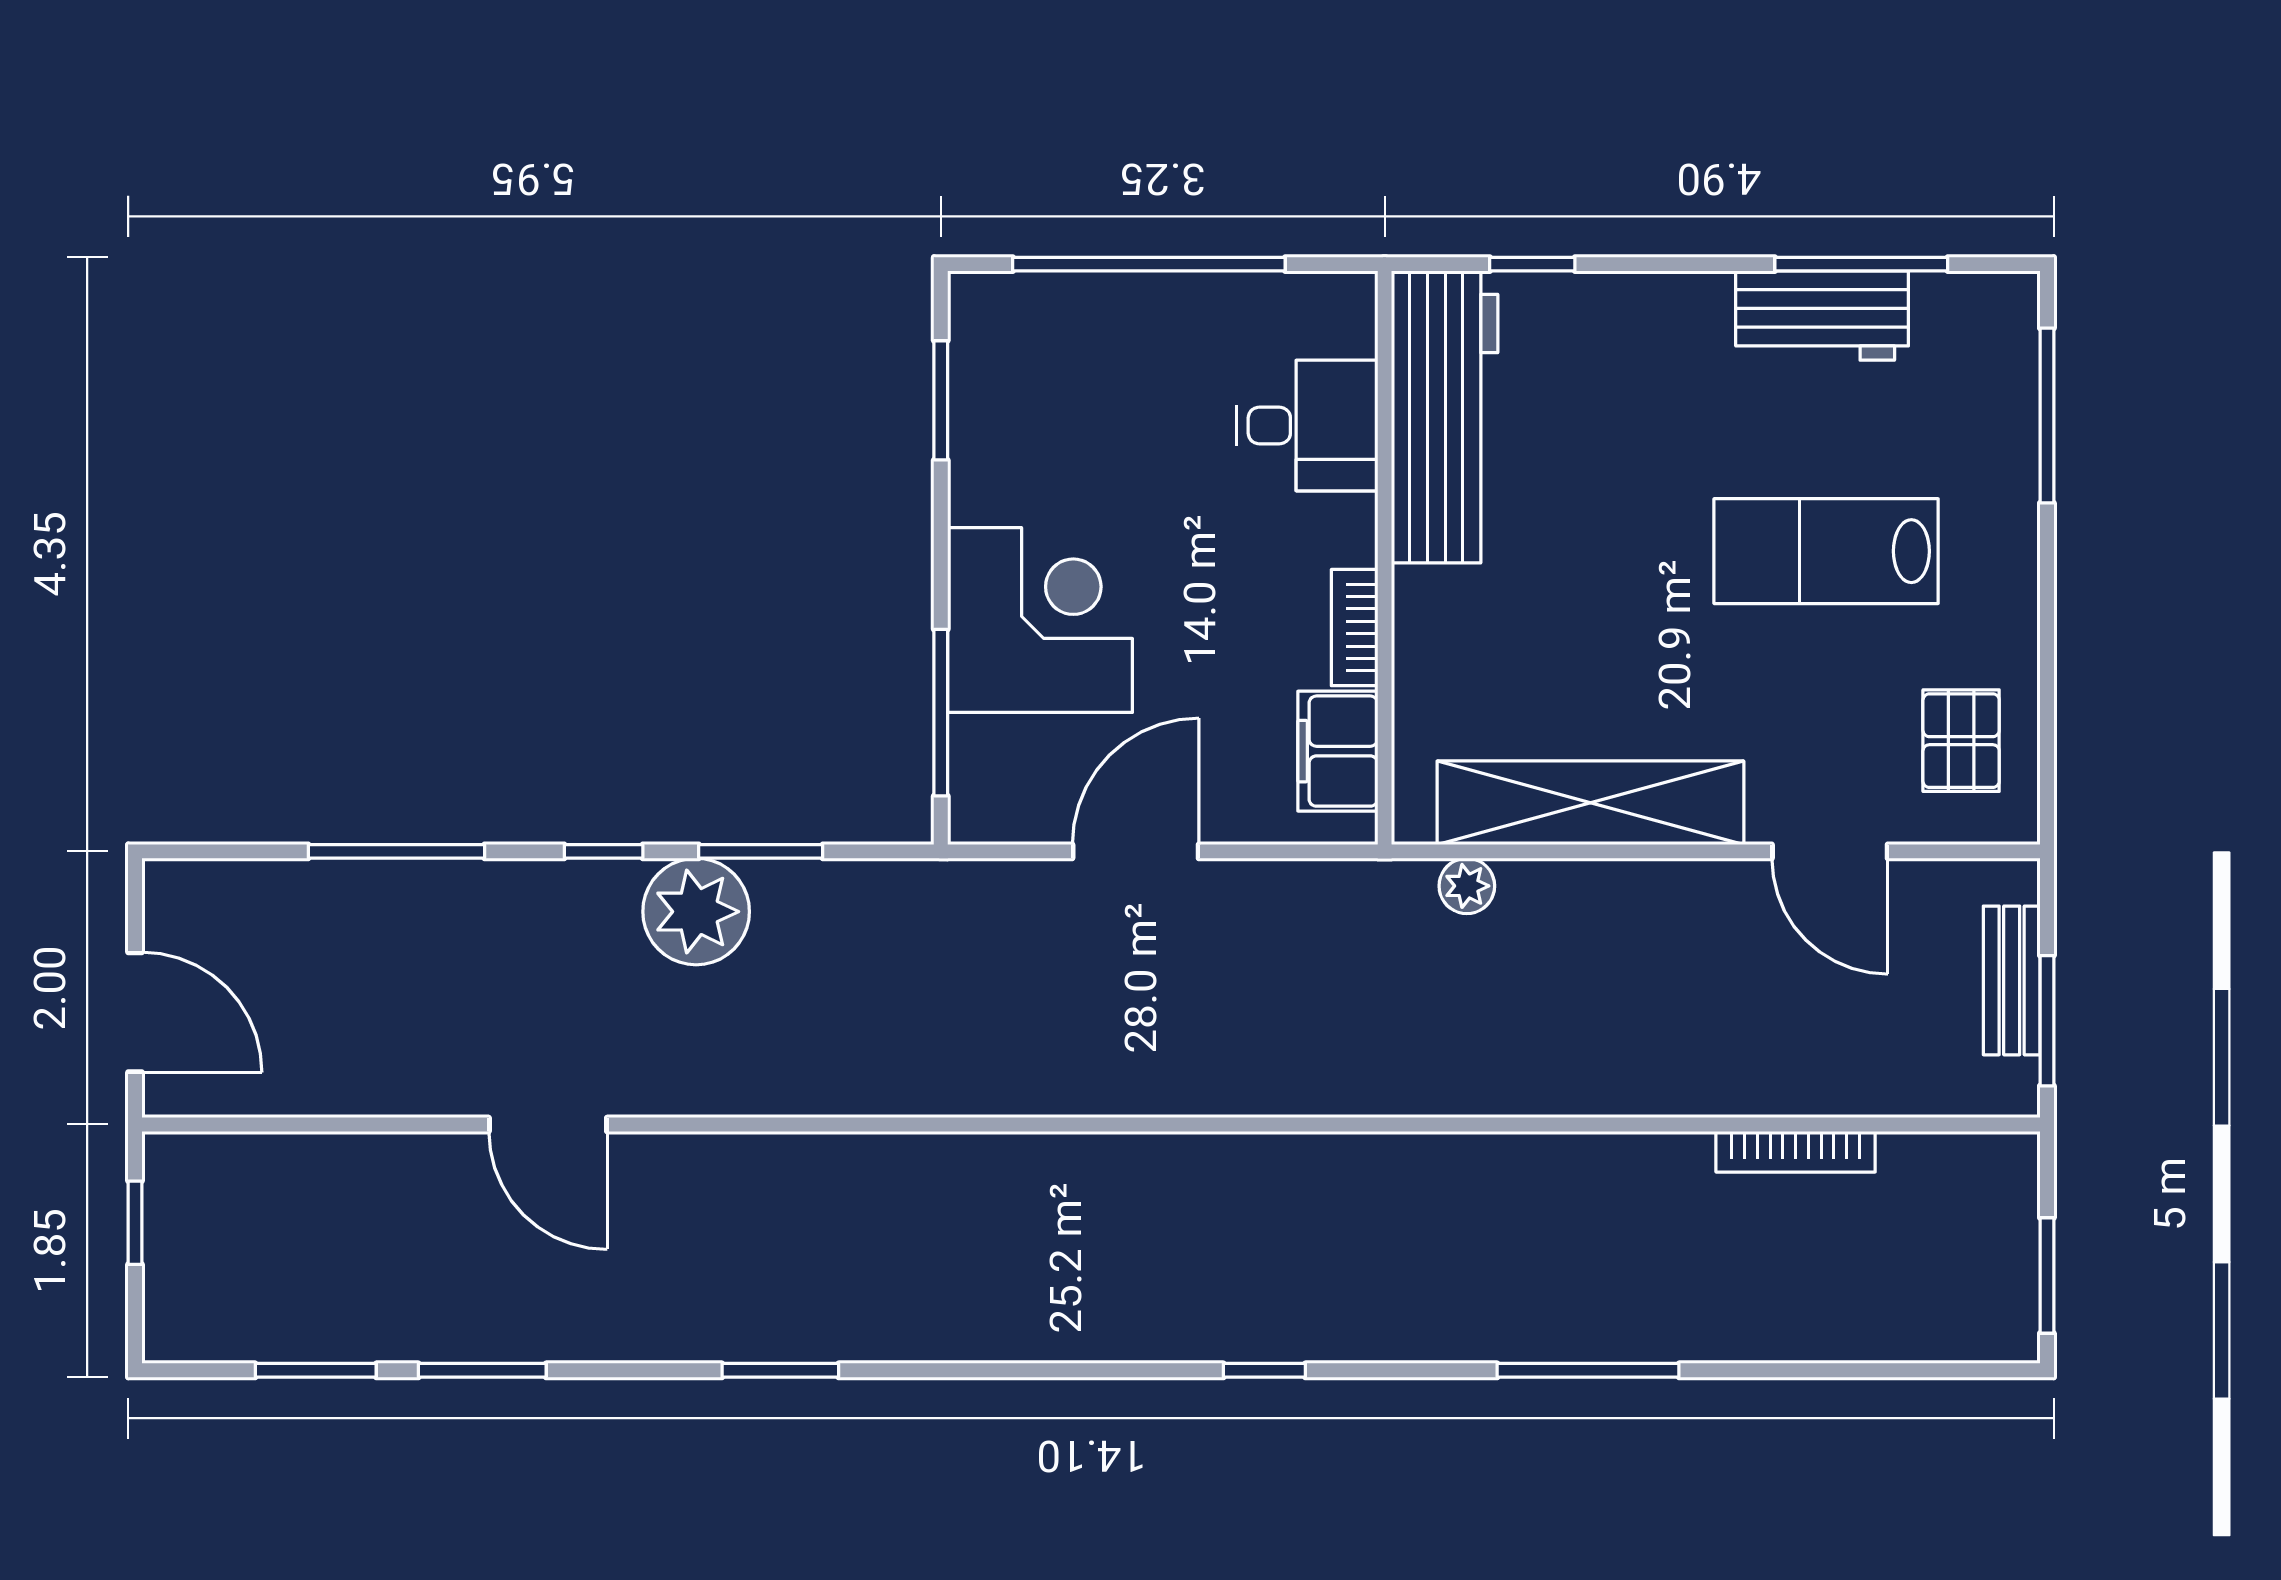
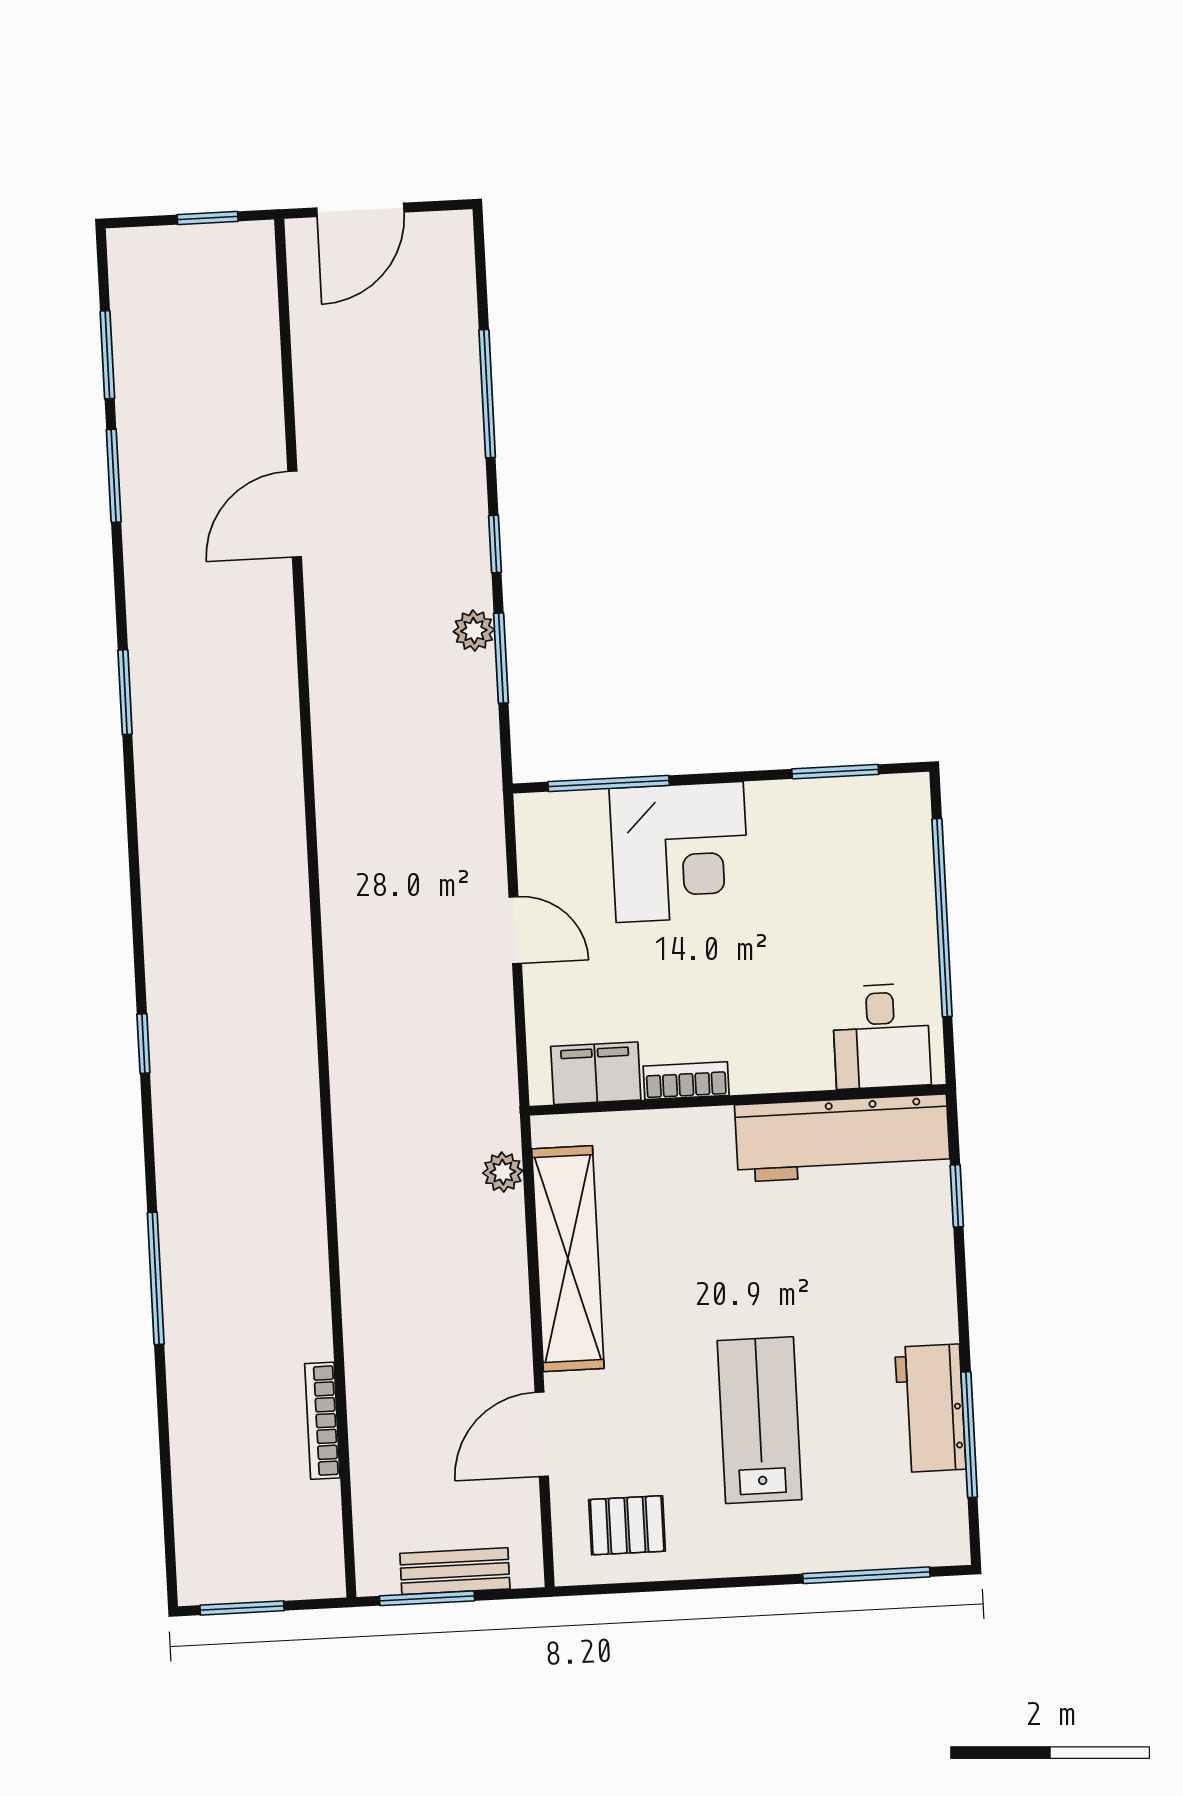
desk: (1307, 425) -> (881, 1036), moved
door: (1136, 851) -> (515, 930), width x0.73
plant: (696, 912) -> (474, 631), width x0.53, depth x0.53

